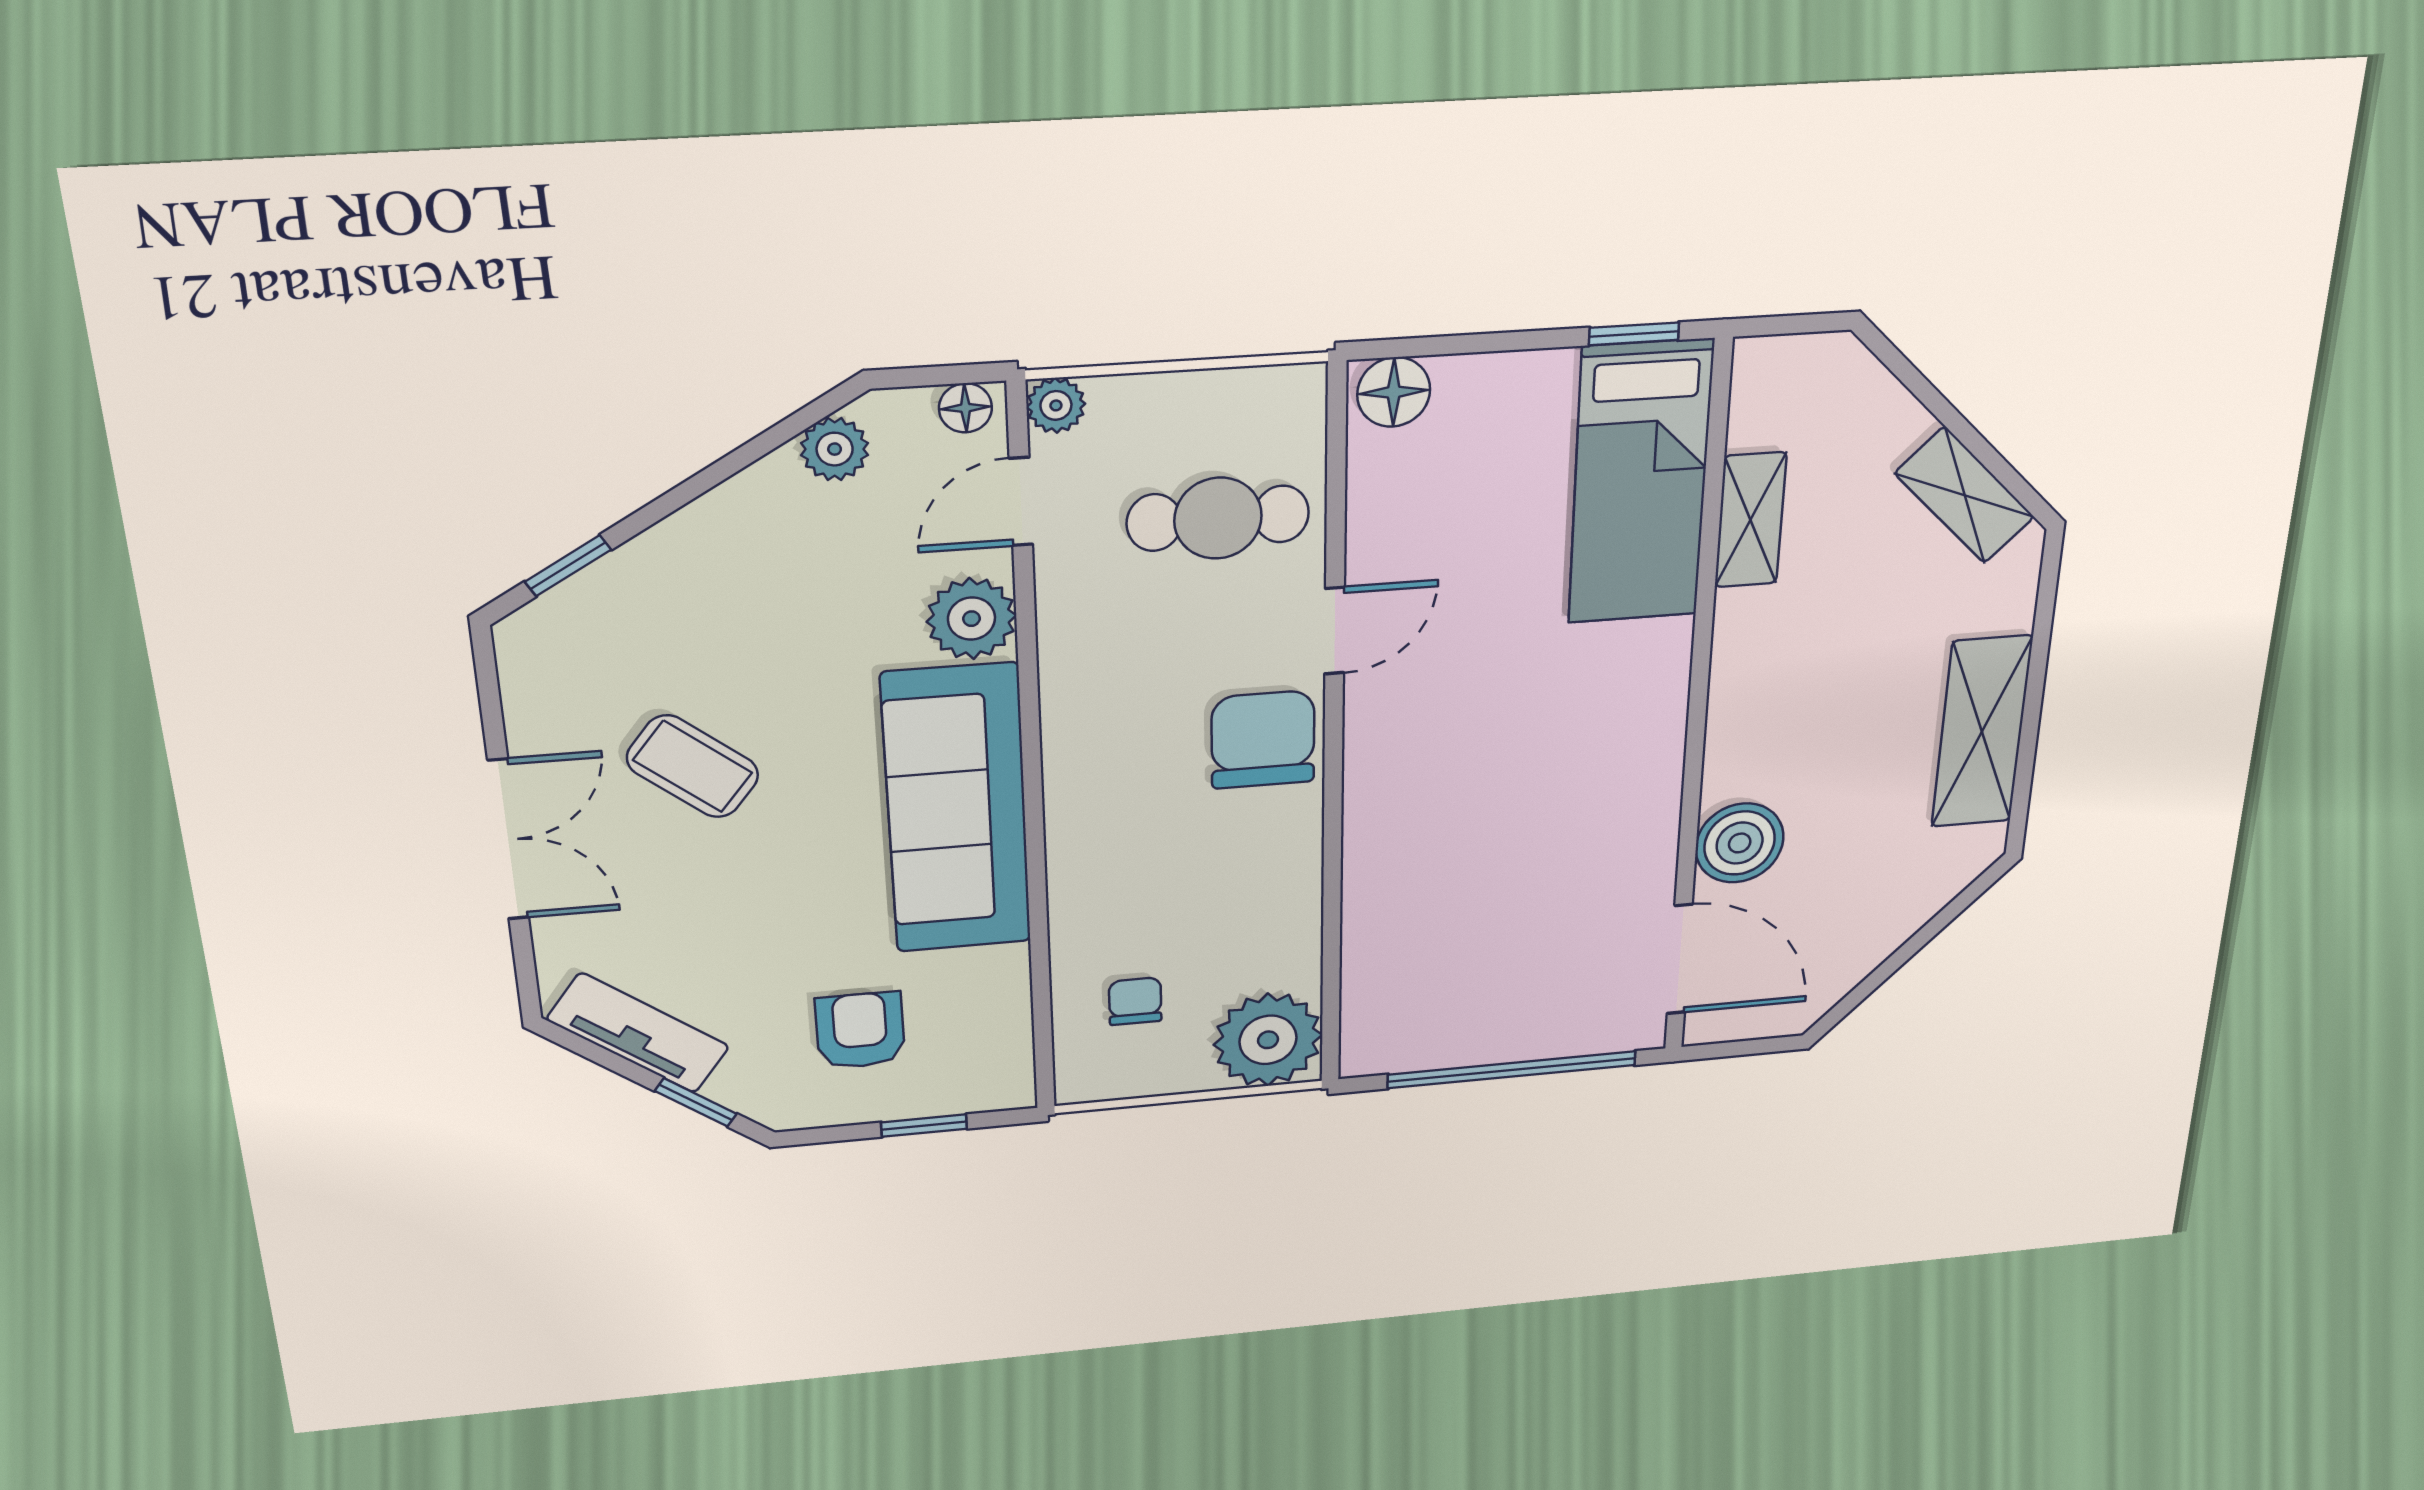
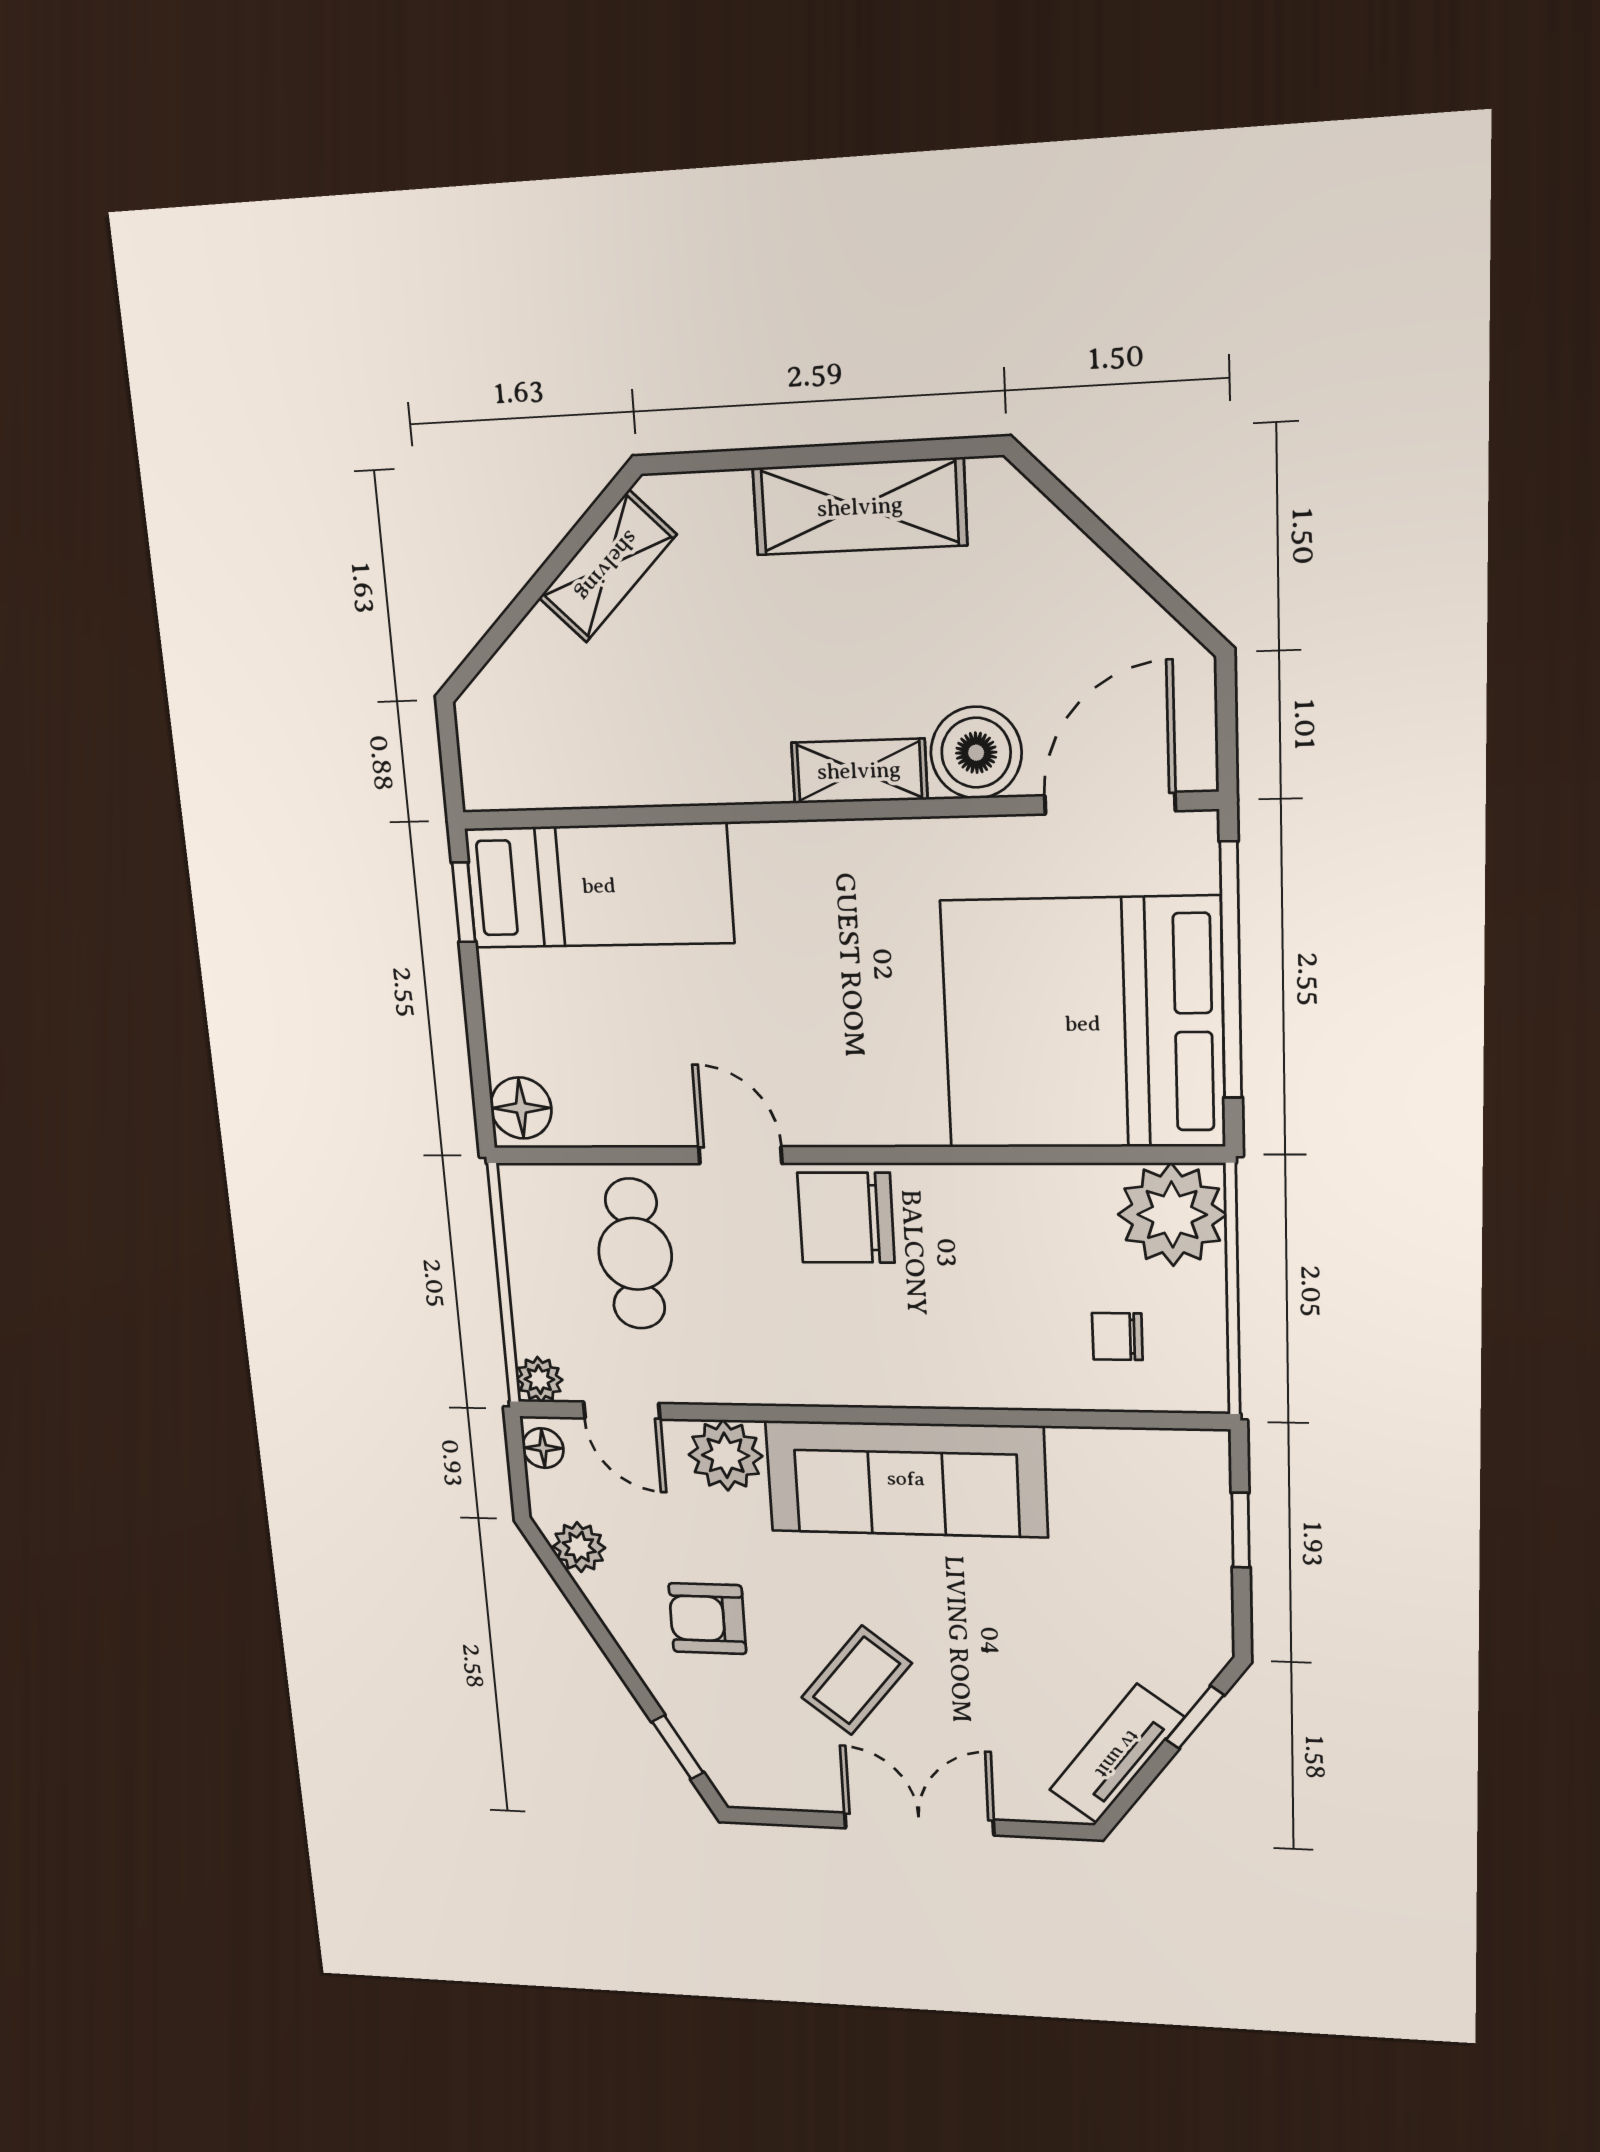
shelving: (1750, 520) -> (859, 771), moved
bed: (1466, 950) -> (1083, 1024), added
armchair: (860, 1030) -> (707, 1619), moved

